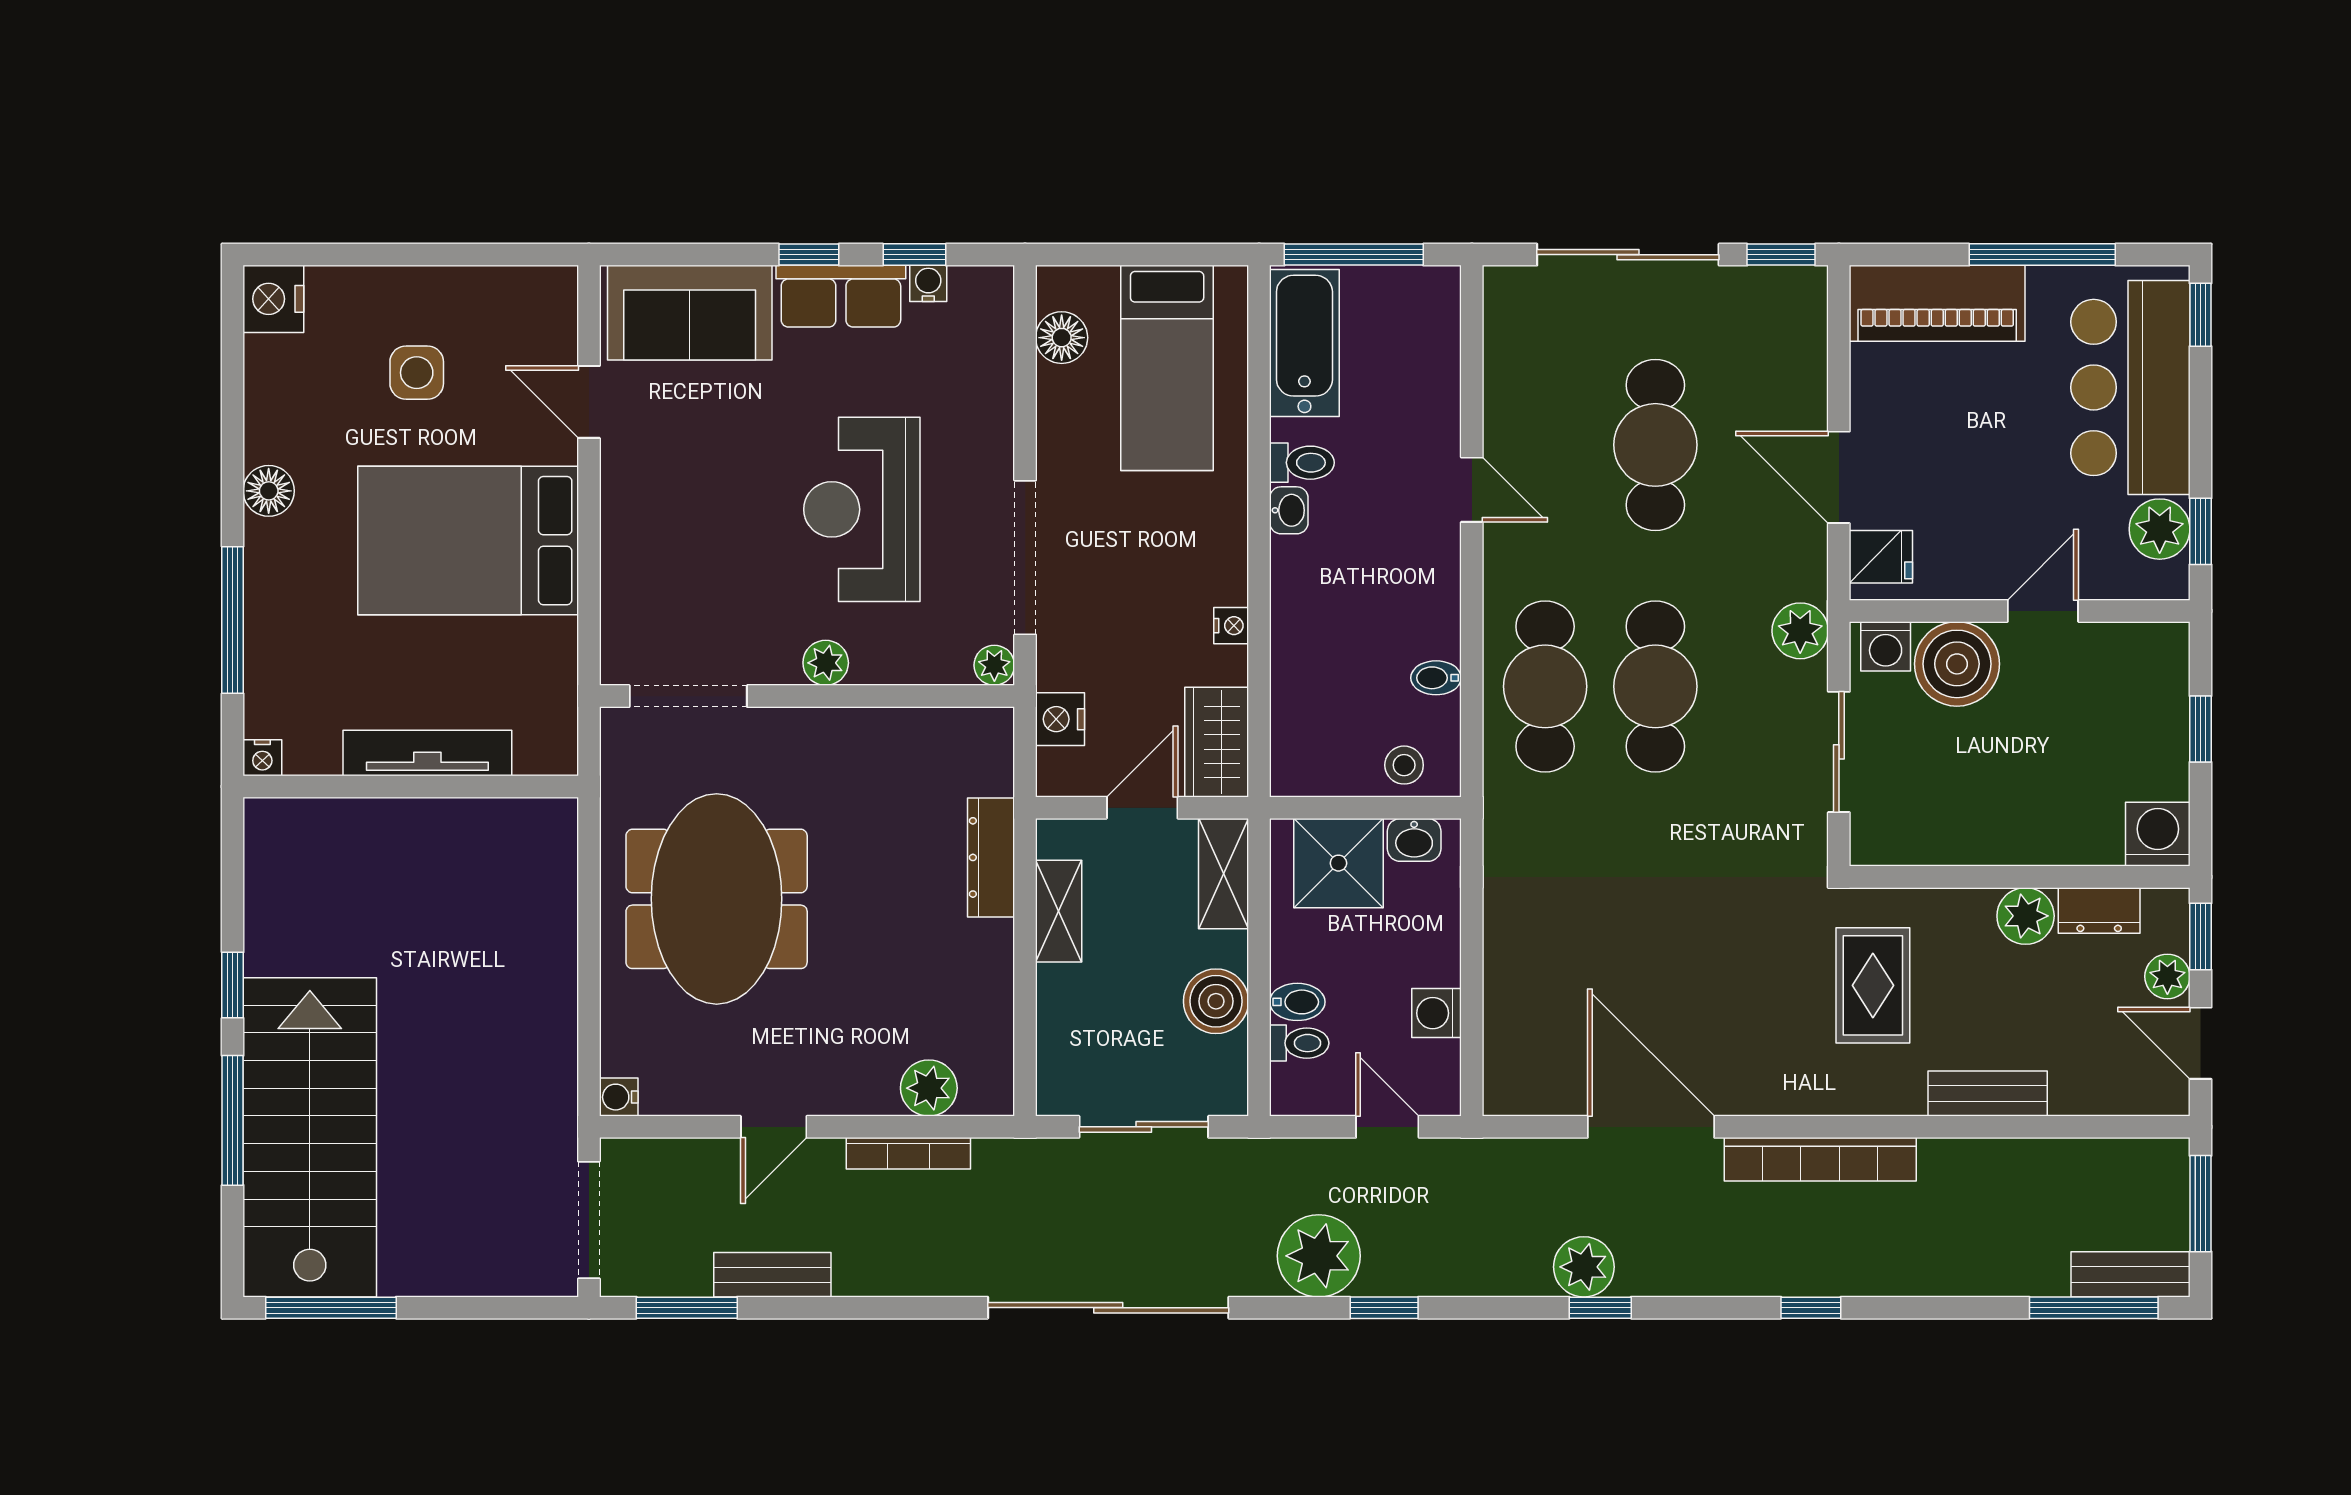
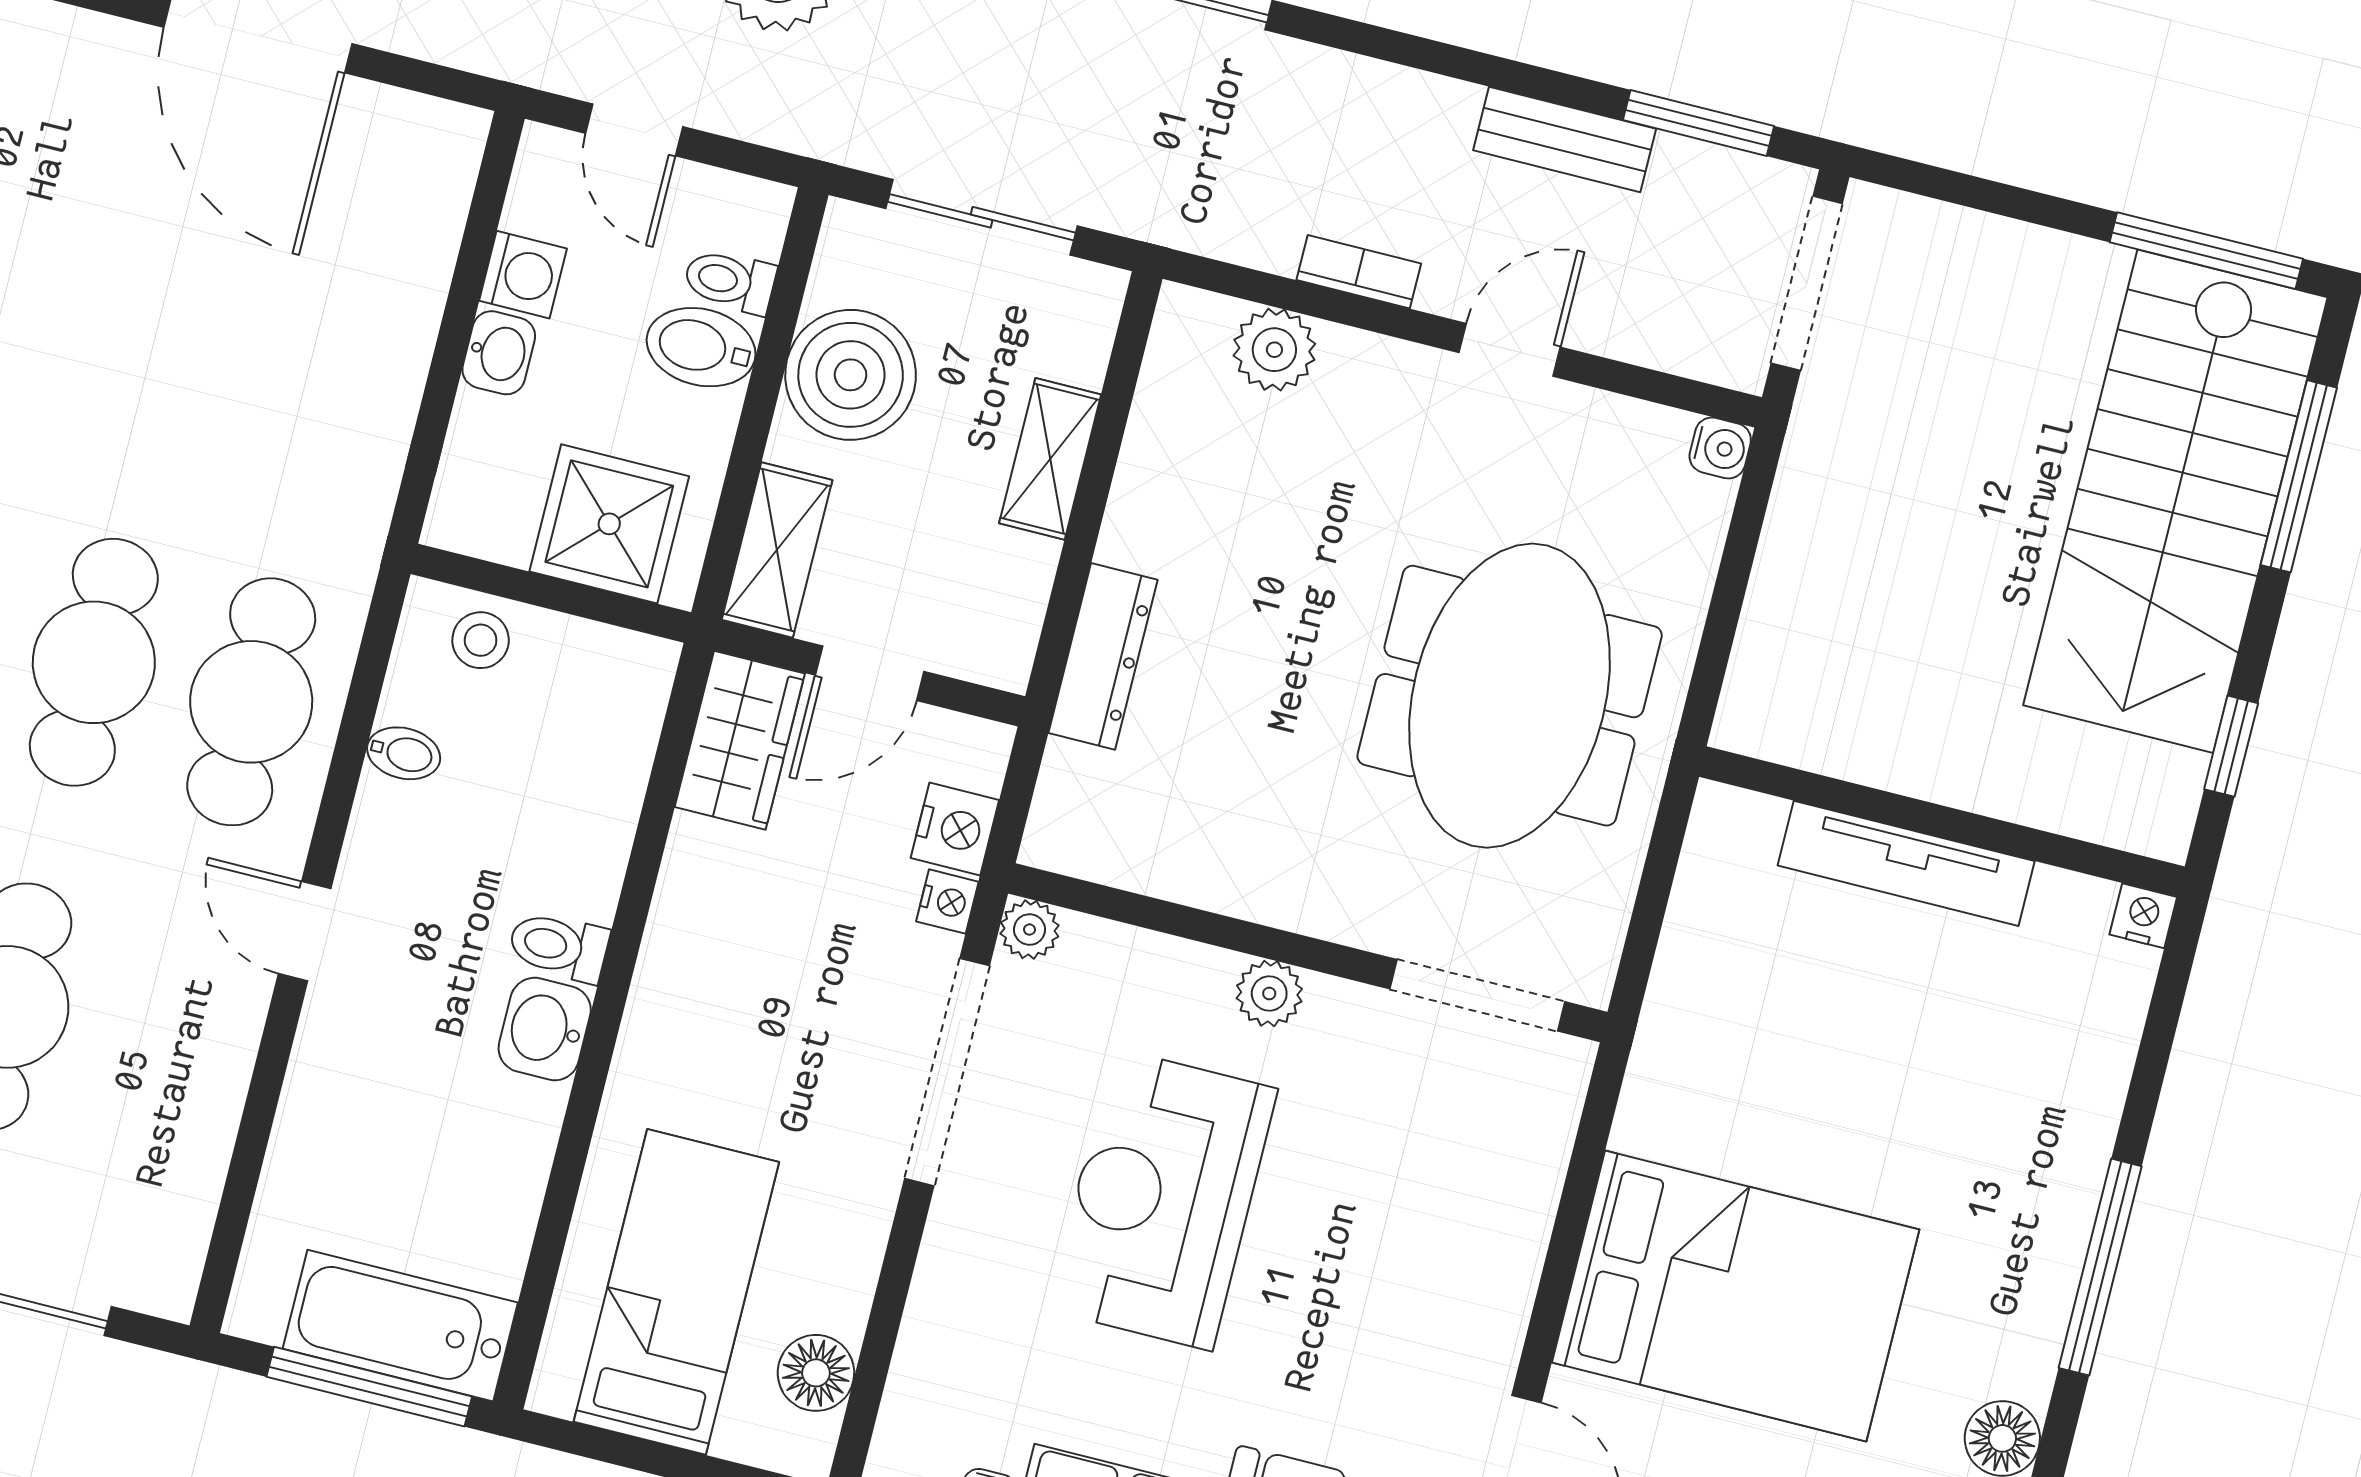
bathtub: (1304, 343) -> (400, 1326), moved, turned 90
toilet: (1302, 463) -> (559, 946), moved
door: (1472, 490) -> (305, 931), moved
reception desk: (862, 509) -> (1163, 1199), turned 180
washbasin: (1289, 510) -> (545, 1029), width x1.38, depth x1.45
nightstand: (1231, 626) -> (947, 902), moved, turned 180
tv unit: (427, 753) -> (1906, 863), moved
nightstand: (262, 758) -> (2143, 916), moved
wall: (411, 786) -> (1942, 822), moved
washbasin: (1414, 840) -> (499, 353), moved, turned 90
shelving: (1059, 911) -> (1050, 459), moved
boiler: (1216, 1001) -> (851, 375), width x1.37, depth x1.37
bidet: (1297, 1002) -> (701, 347), width x1.38, depth x1.36
window: (233, 1120) -> (2299, 476), moved
bookcase: (908, 1153) -> (1359, 272), width x0.64

